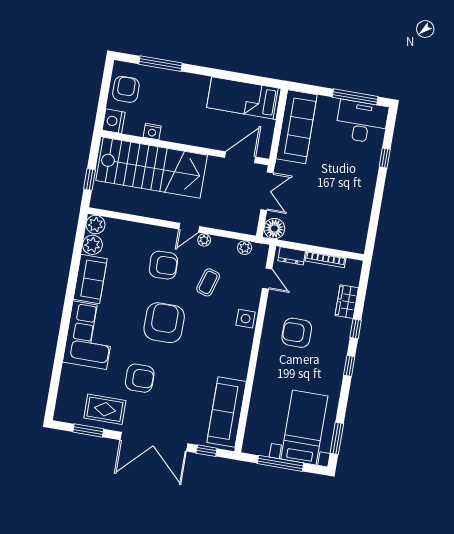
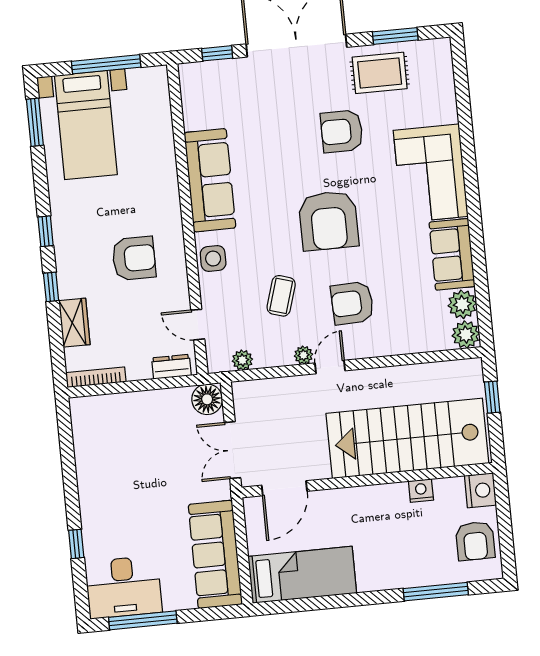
bookcase: (326, 260) -> (96, 377), moved
sofa: (227, 412) -> (210, 180), moved

